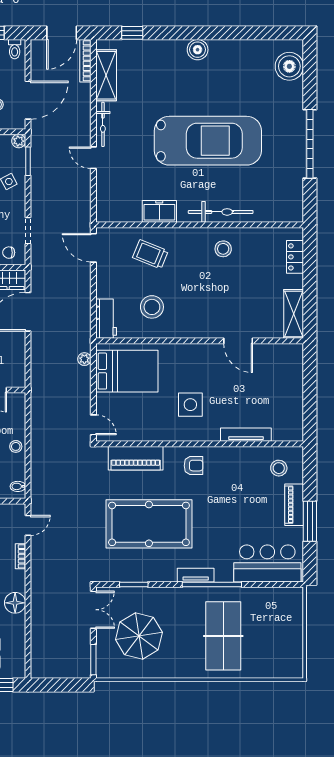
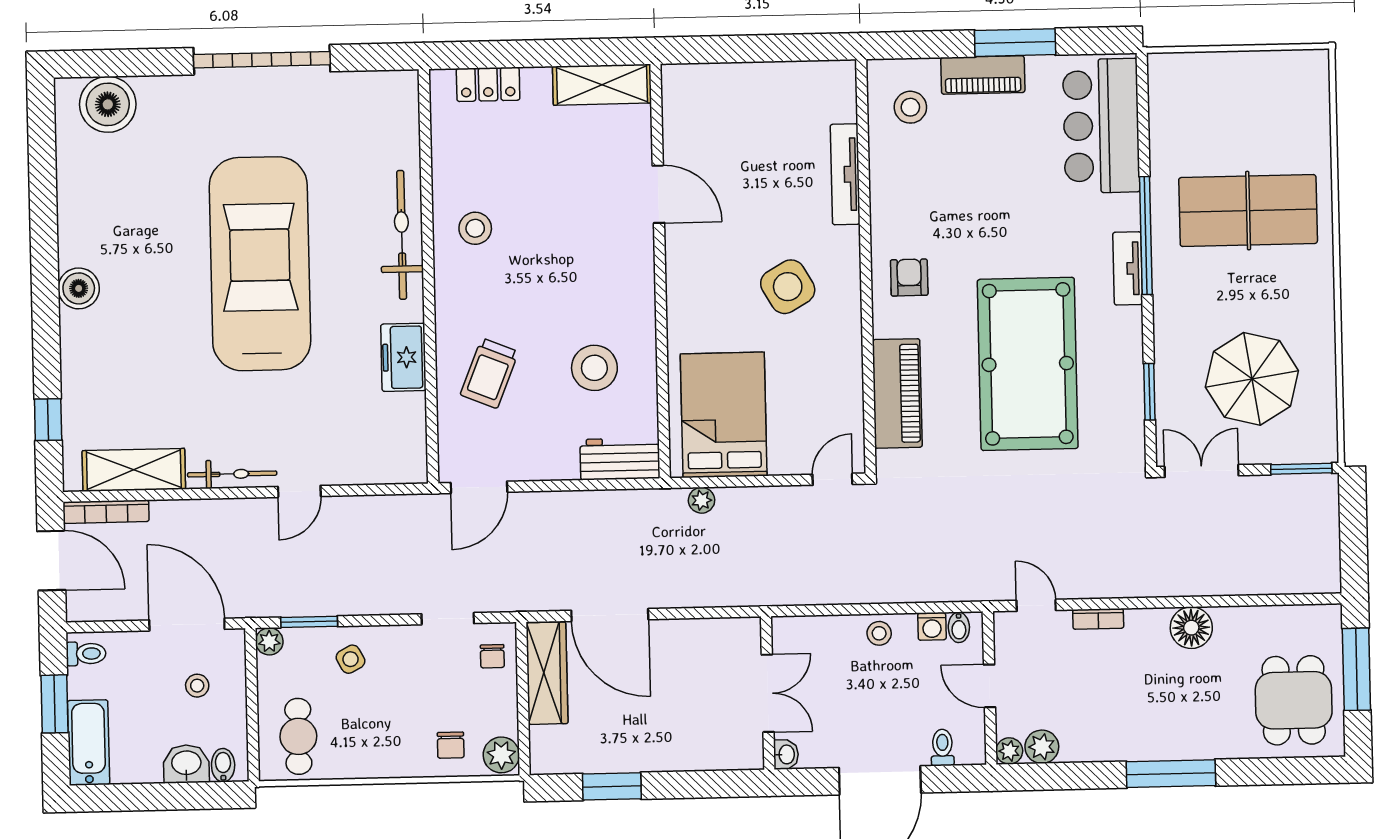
door: (238, 341) -> (658, 194), hinge flipped
side table: (190, 405) -> (788, 287), turned -30
washing machine: (19, 473) -> (932, 626), added

